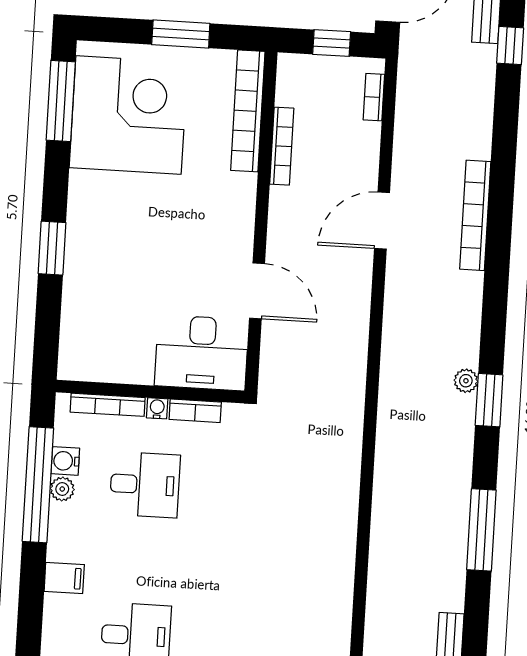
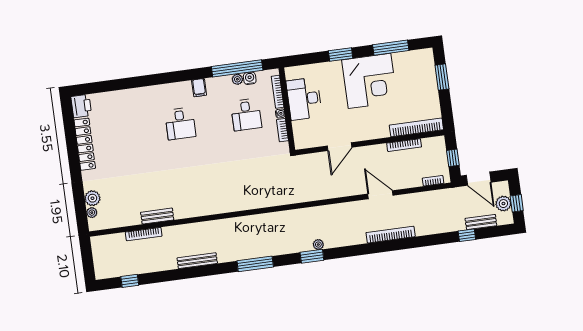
window: (181, 34) -> (442, 77), moved
window: (61, 101) -> (391, 48), moved
corner desk: (128, 115) -> (370, 81), moved
desk: (202, 353) -> (304, 99), moved

